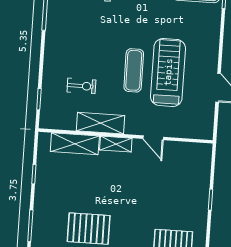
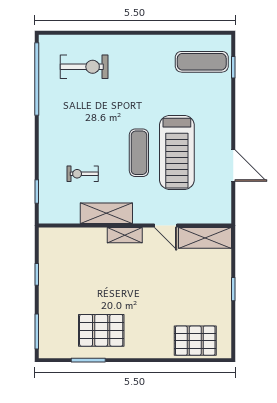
treadmill: (168, 72) -> (177, 152), turned 180
exercise bike: (81, 86) -> (83, 174), turned 180
shelving: (75, 144) -> (205, 238), moved

